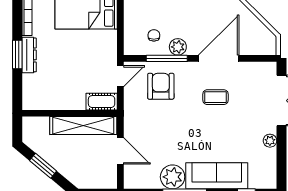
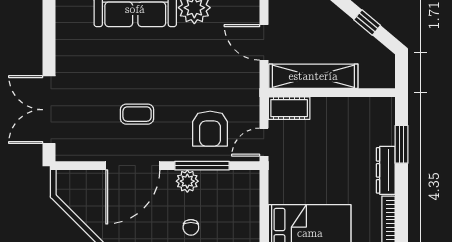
chair: (154, 35) -> (191, 227), moved
window: (17, 54) -> (402, 144), moved
plant: (270, 141) -> (64, 56), removed
window: (43, 166) -> (367, 22), width x0.67

